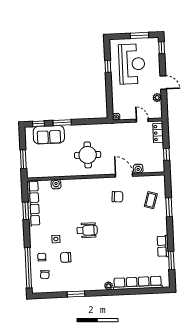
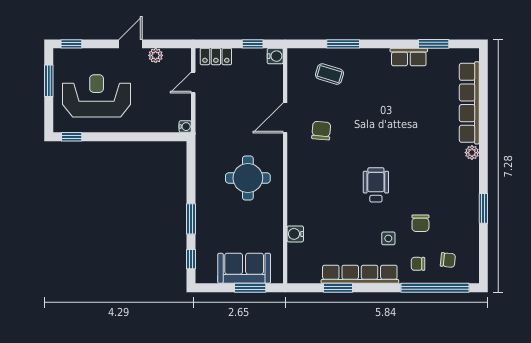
window: (108, 66) -> (72, 137), moved
sofa: (49, 135) -> (244, 268), moved, turned -90
water cooler: (138, 169) -> (275, 56), moved
row of seats: (33, 203) -> (360, 274), moved

